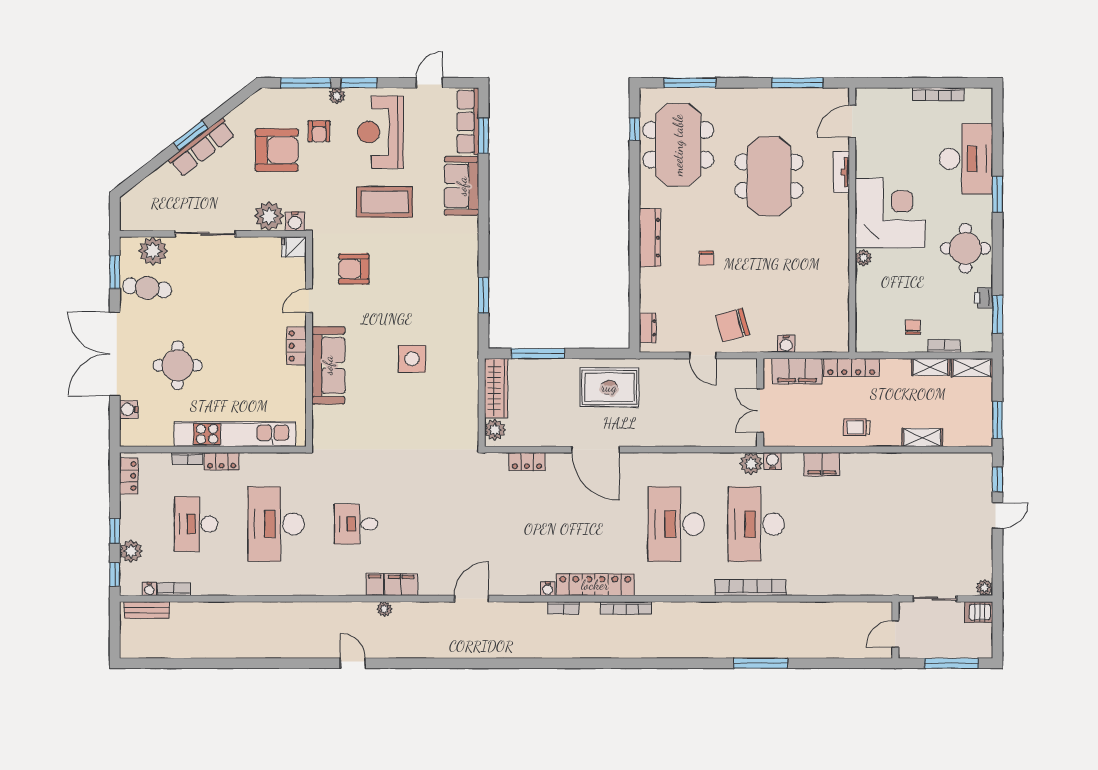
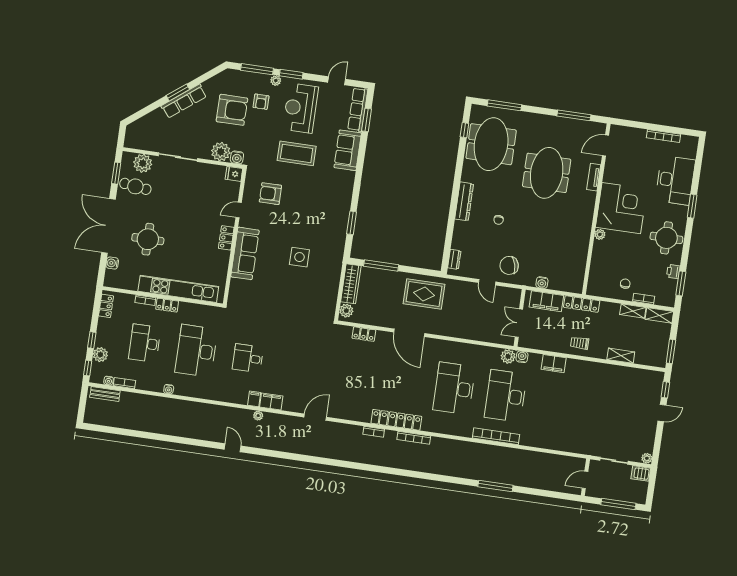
water cooler: (548, 589) -> (169, 389), moved

